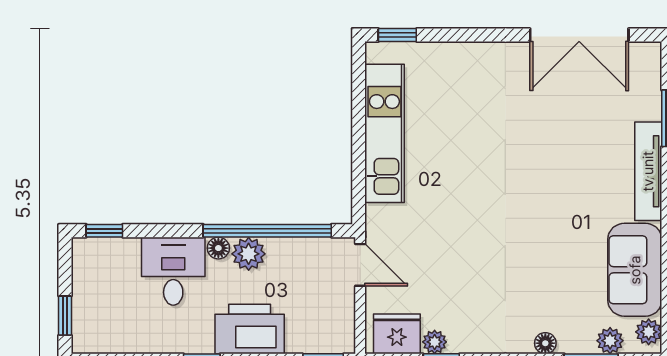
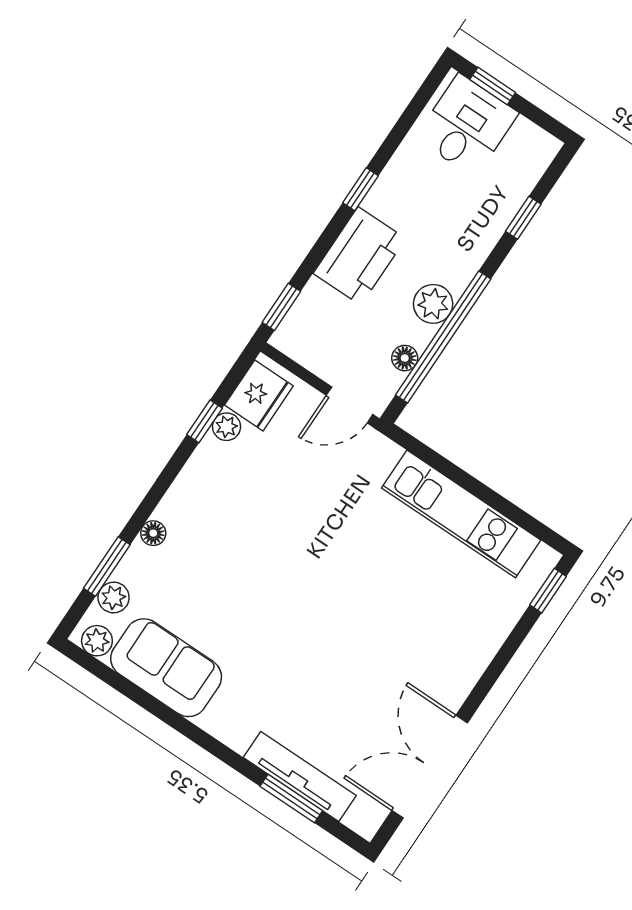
tv unit: (648, 171) -> (300, 776), moved
window: (104, 231) -> (523, 218), moved
floor lamp: (218, 248) -> (405, 358), moved
desk: (173, 271) -> (467, 125), moved, turned -90

